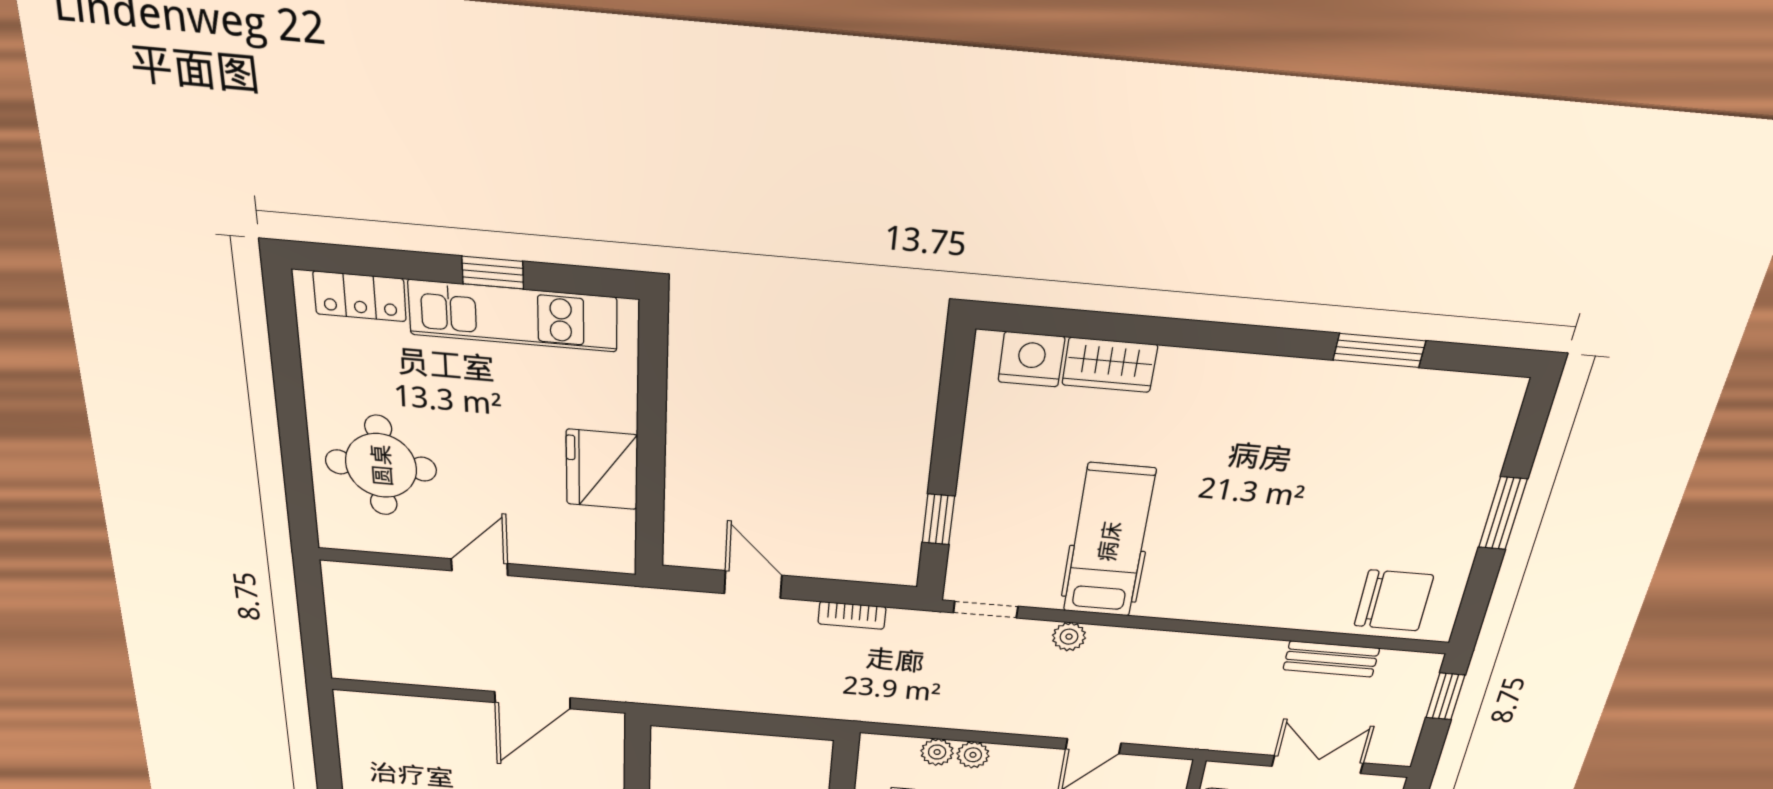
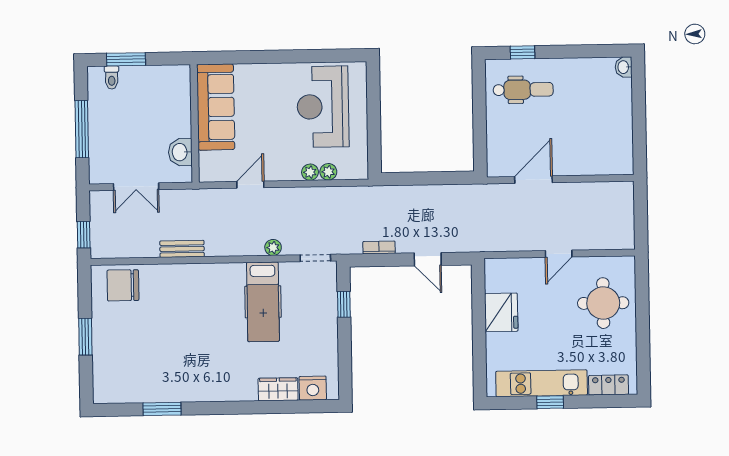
bench: (1331, 659) -> (182, 249), moved

